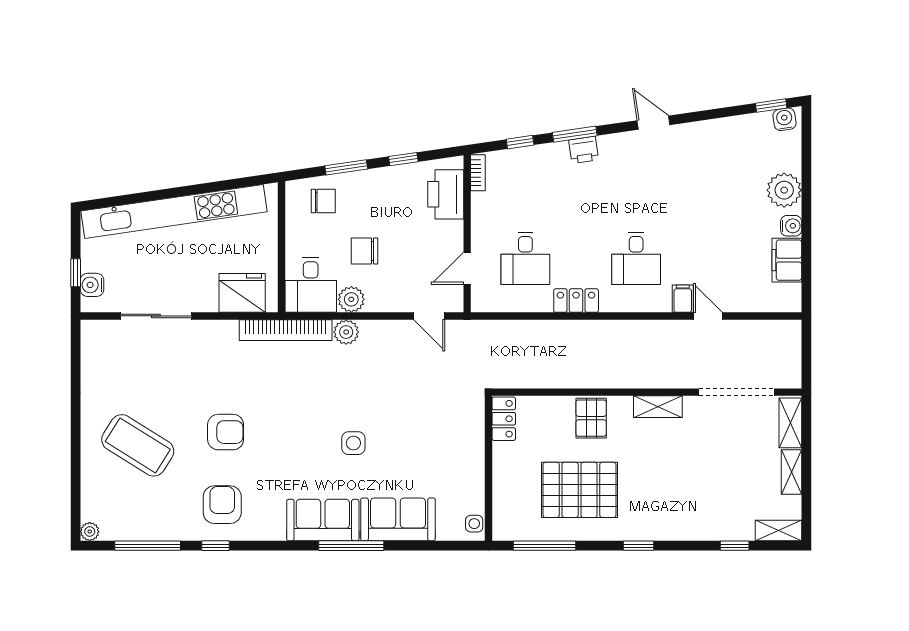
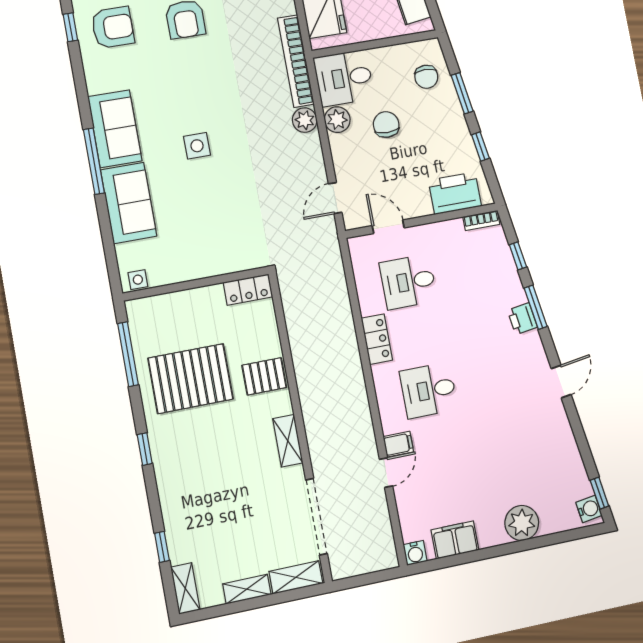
water cooler: (791, 226) -> (415, 553), moved
pallet: (580, 490) -> (191, 379), turned 90

